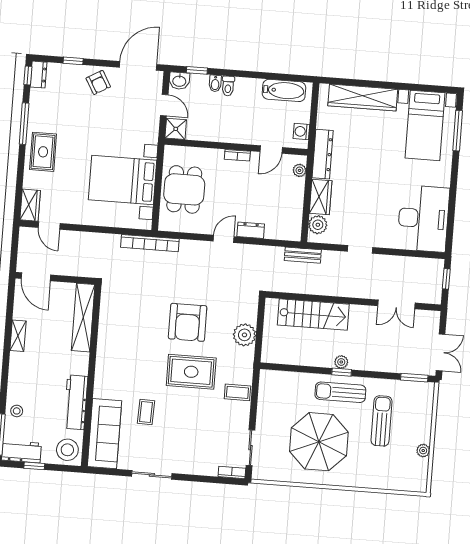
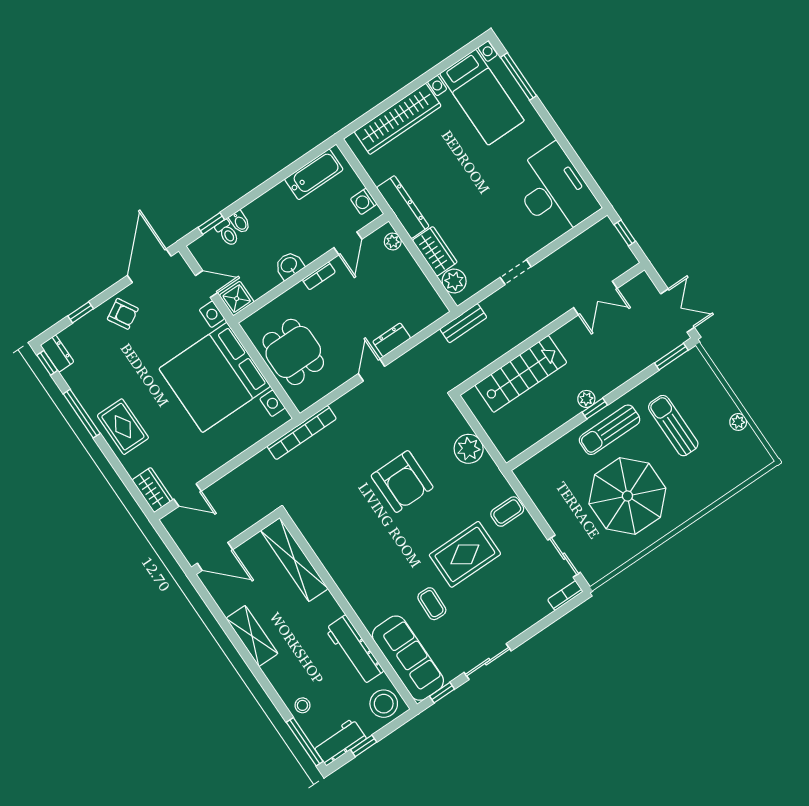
washbasin: (179, 81) -> (289, 265), moved, turned 180
toilet: (228, 86) -> (227, 233), moved
bed with nightstands: (123, 180) -> (215, 377), width x1.36
shelving: (18, 336) -> (252, 636), width x1.50, depth x1.33
rug: (191, 372) -> (465, 554), moved
window: (109, 472) -> (442, 693), added

